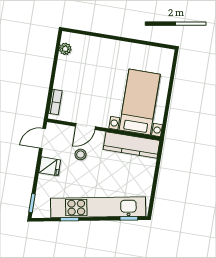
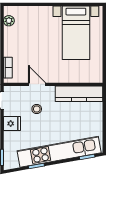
bed with nightstands: (140, 102) -> (76, 33), moved, turned 180
door: (85, 126) -> (37, 84), swing flipped

